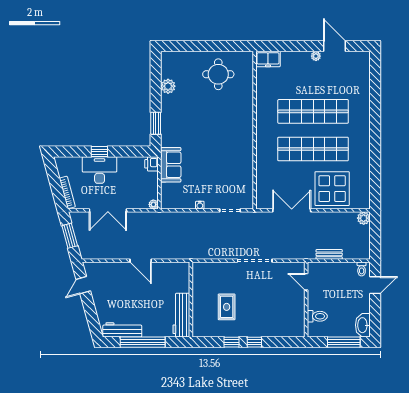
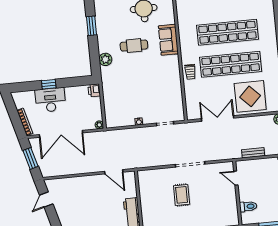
plant: (168, 86) -> (105, 59), moved
cafe table: (203, 116) -> (134, 46), added
window: (156, 123) -> (91, 26), moved
trolley: (265, 153) -> (190, 72), added
sofa: (171, 165) -> (168, 40), moved, turned 180
double door: (108, 210) -> (61, 134), width x1.36
door: (141, 261) -> (114, 172), moved
rug: (227, 307) -> (182, 195), moved

